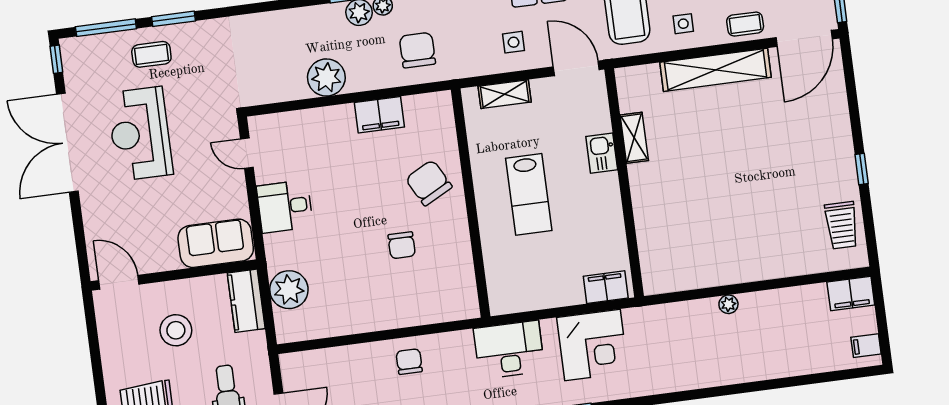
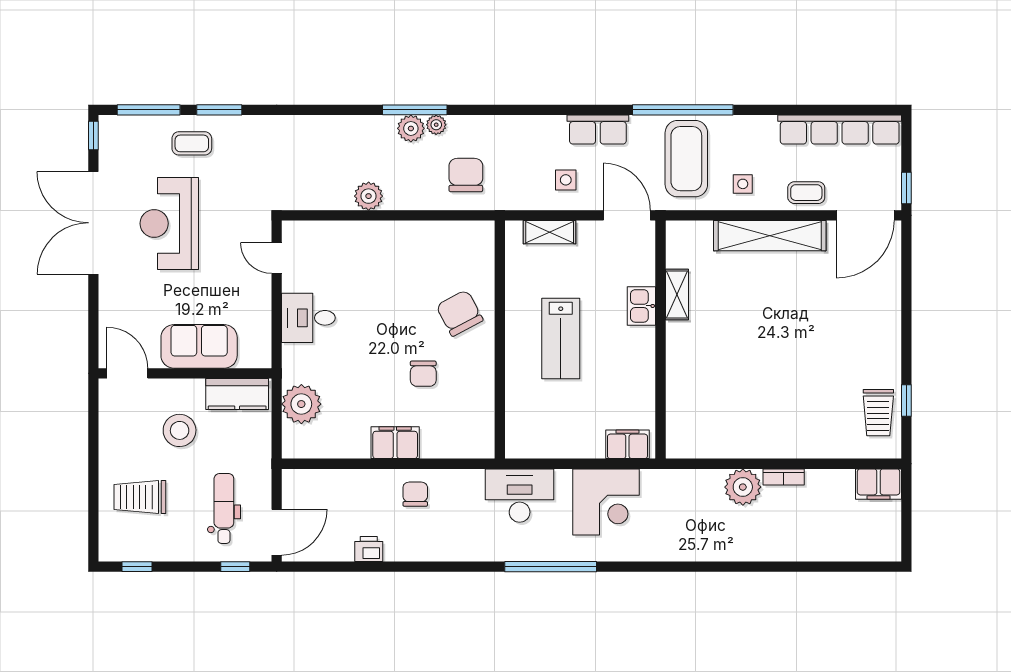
plant: (326, 77) -> (369, 196), width x0.73, depth x0.73
filing cabinet: (379, 115) -> (395, 443), moved, turned 180
window: (862, 169) -> (906, 401), moved
sofa: (216, 243) -> (199, 346), moved
bookcase: (759, 299) -> (784, 477), added
kitchen counter: (246, 301) -> (237, 394), moved, turned -90
plant: (728, 304) -> (743, 487), width x1.87, depth x1.87
filing cabinet: (866, 346) -> (887, 540), removed

